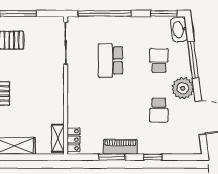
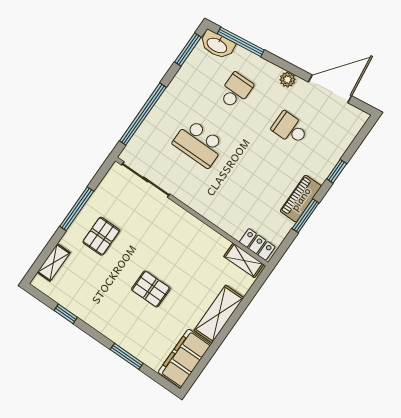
school desk: (159, 60) -> (236, 91), turned 90
window: (193, 60) -> (241, 42), moved
plant: (183, 88) -> (287, 80), width x0.53, depth x0.53
school desk: (159, 110) -> (290, 129), turned 180

